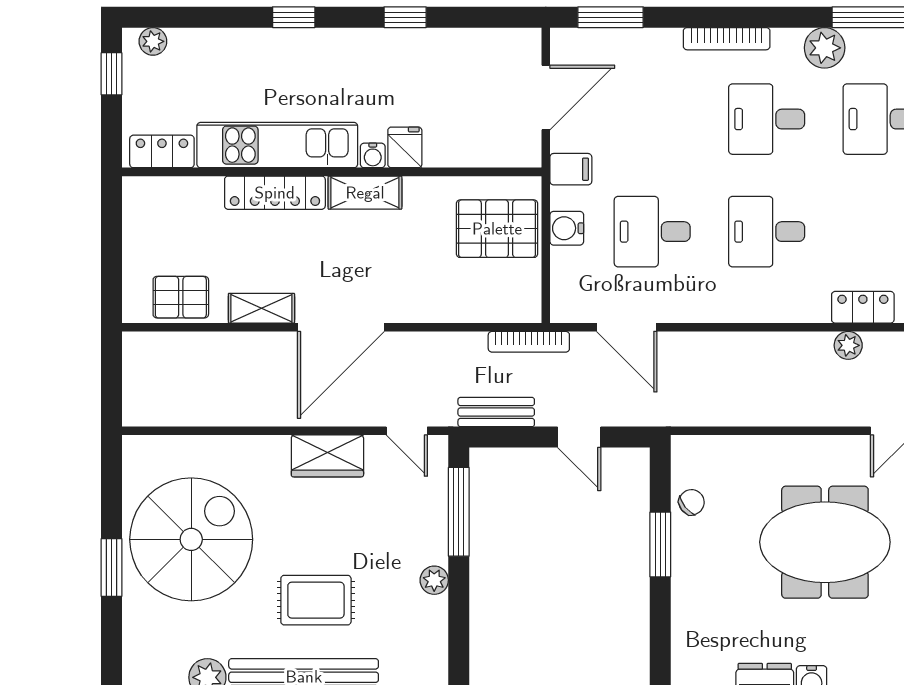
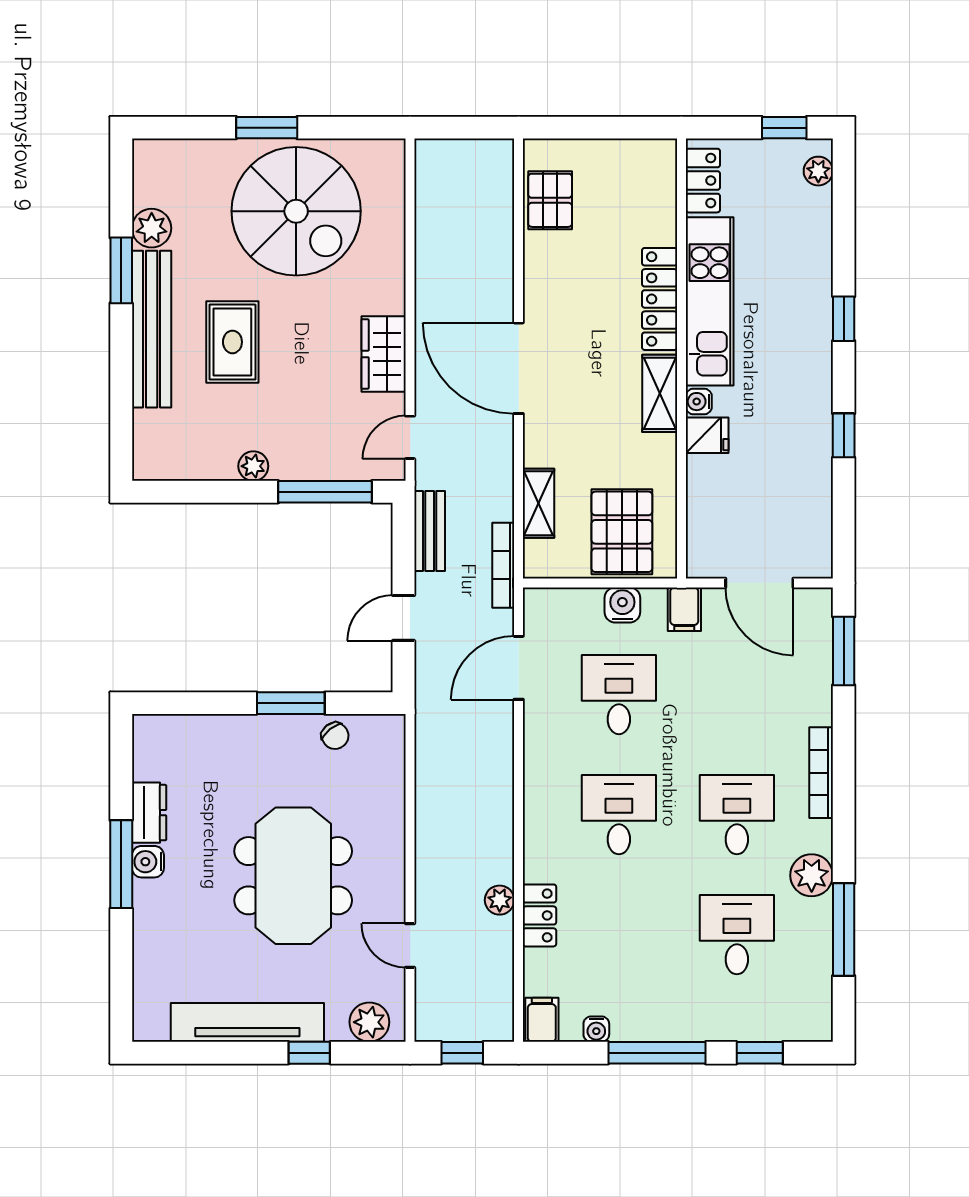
shelving: (261, 308) -> (539, 503), moved

